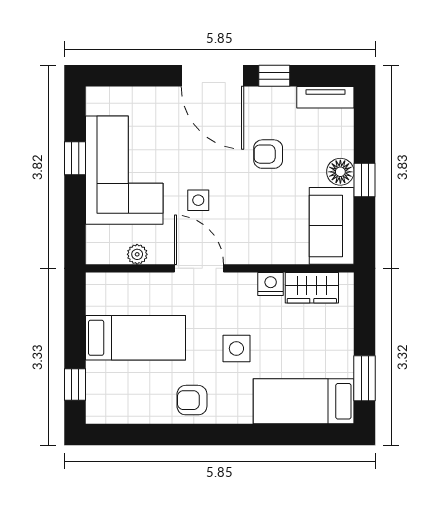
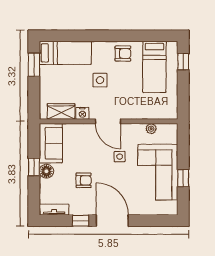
door: (199, 268) -> (108, 121), moved
bed: (135, 338) -> (154, 67), moved, turned -90

